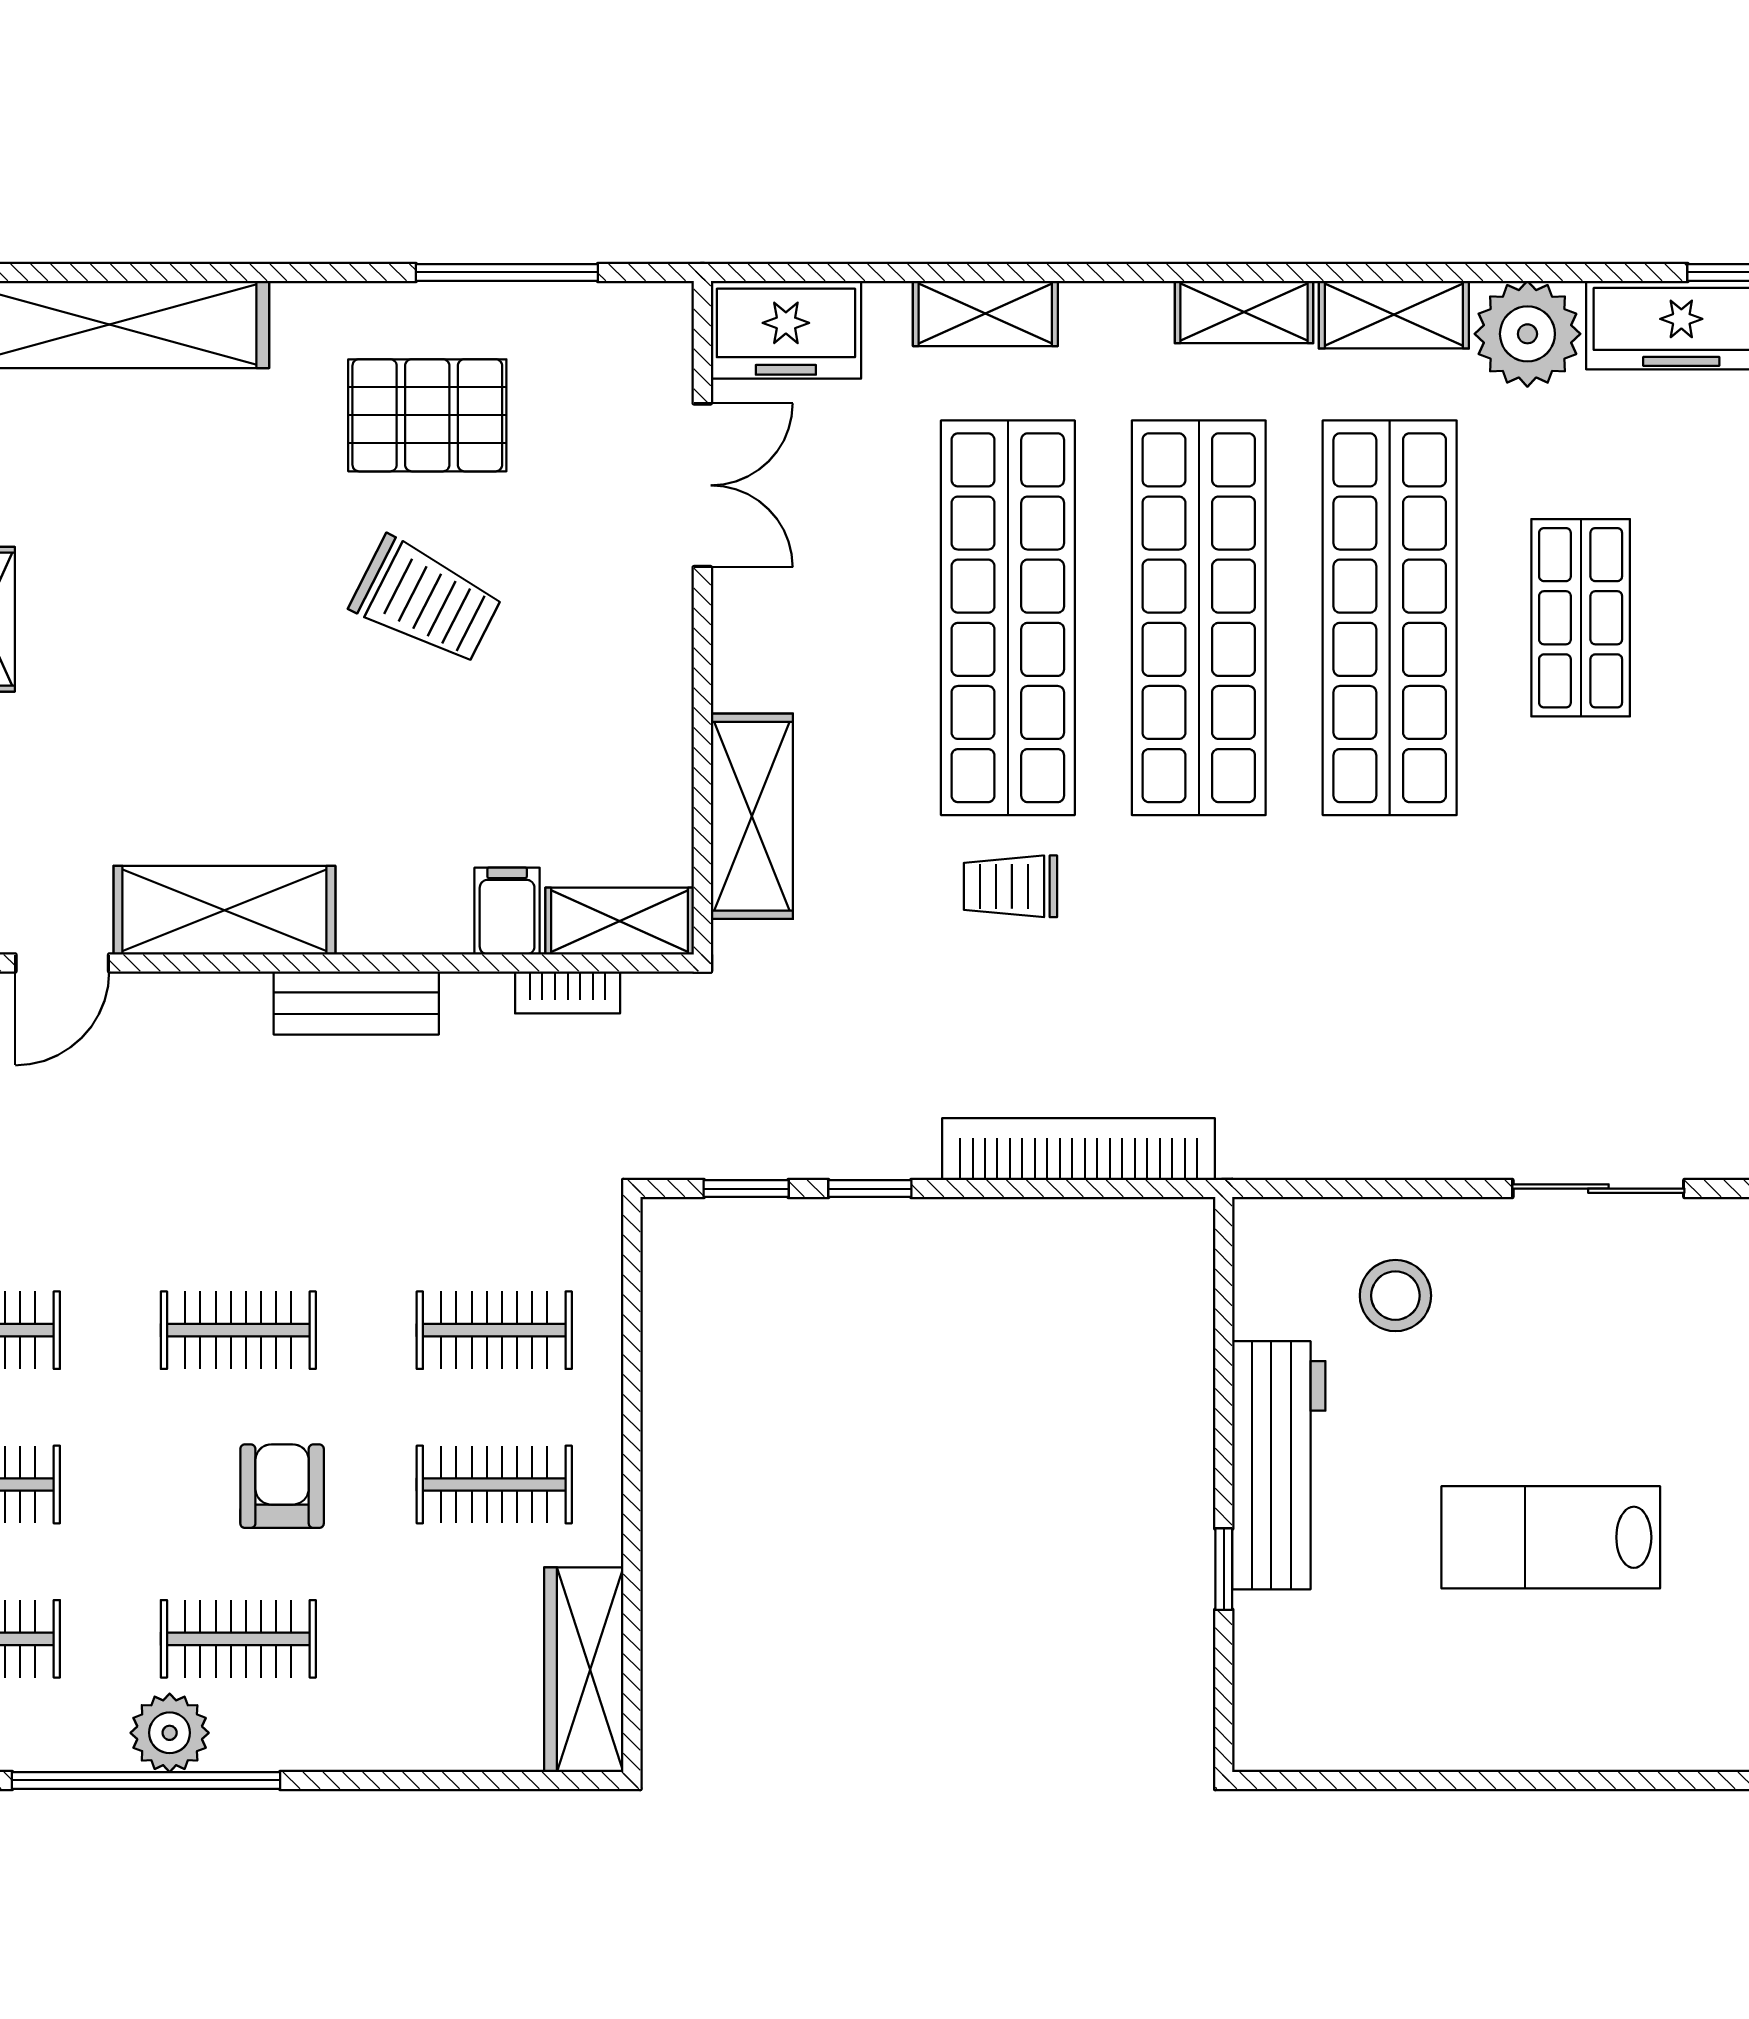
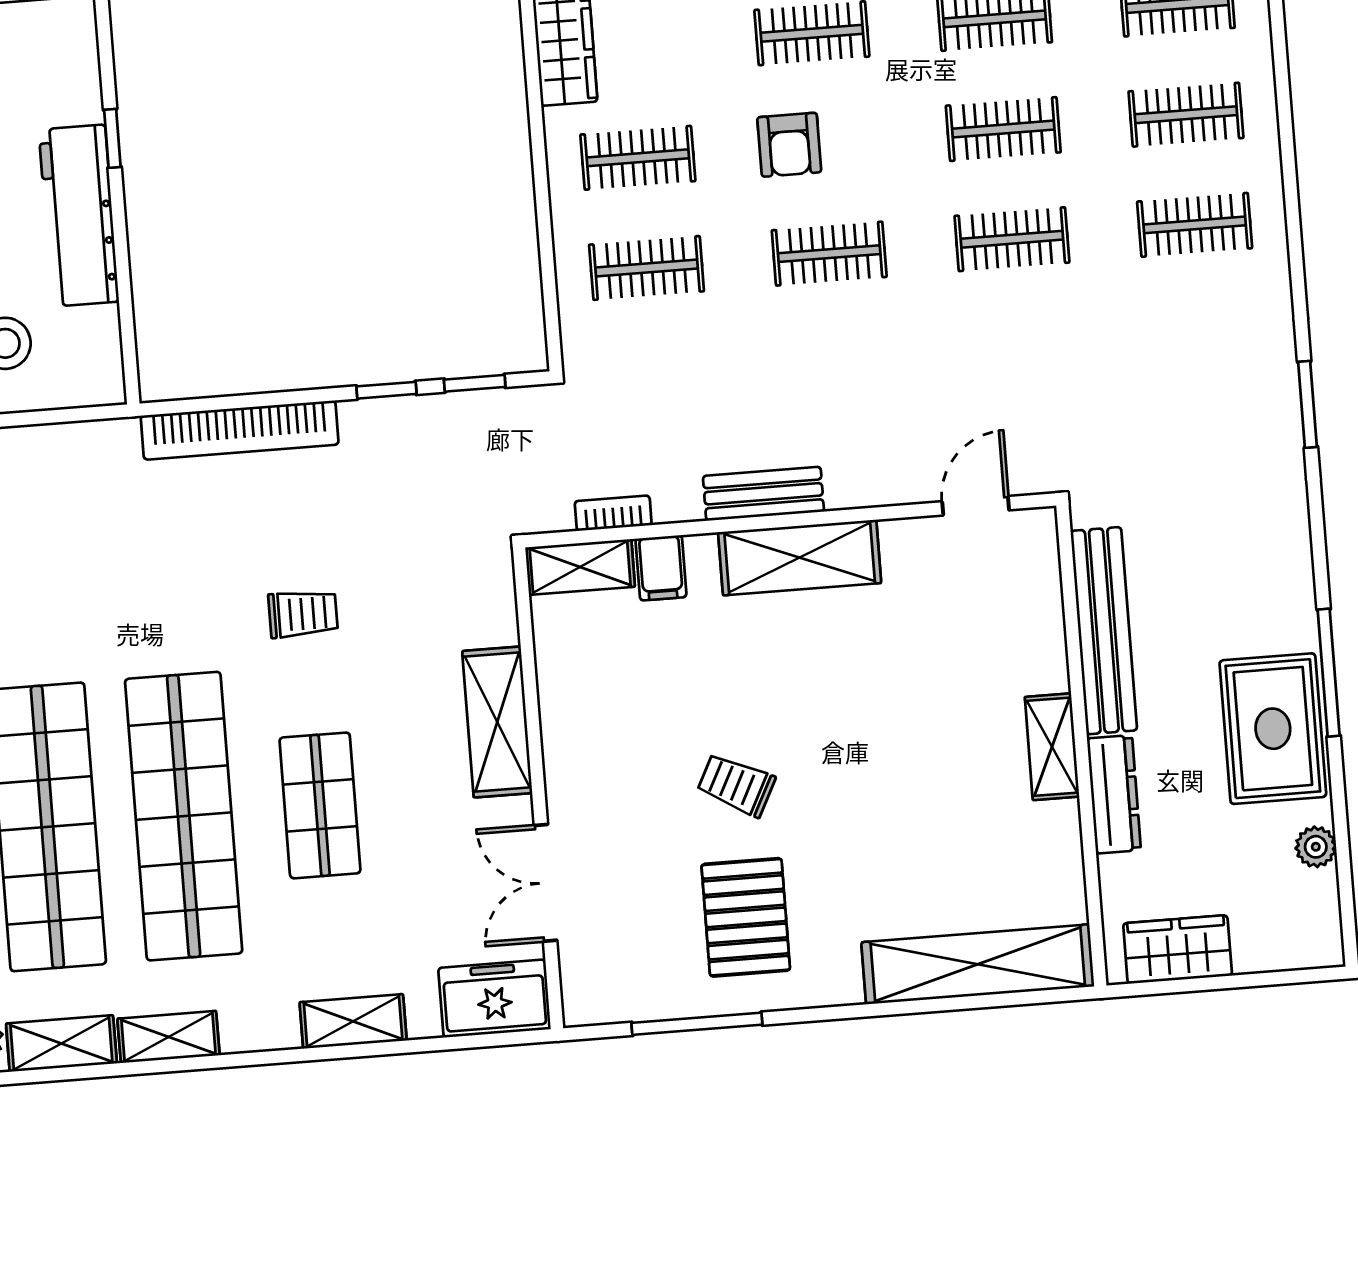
pallet: (427, 415) -> (746, 917), turned 90
trolley: (426, 601) -> (736, 785), width x0.73, depth x0.72
shop shelf: (1008, 618) -> (320, 805), width x0.50, depth x0.74
shelving: (752, 816) -> (497, 722), moved
shelving: (224, 910) -> (800, 558), moved

